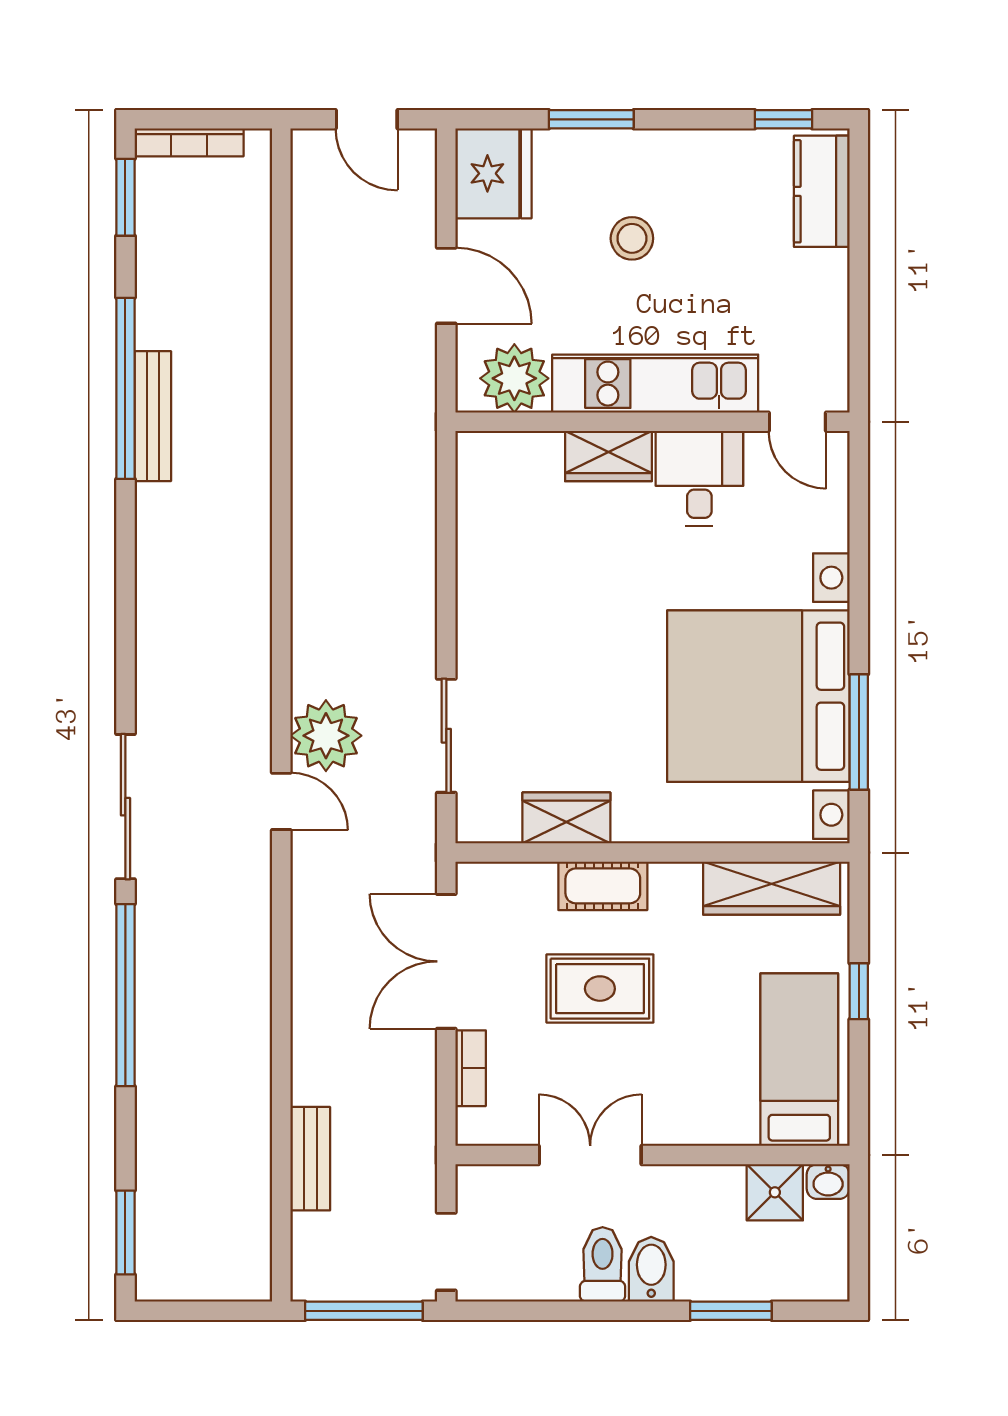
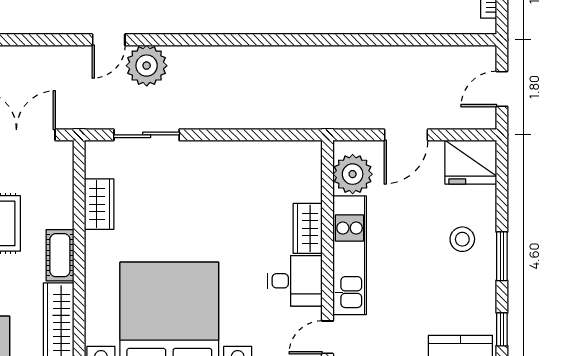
window: (591, 119) -> (502, 256), moved
stool: (632, 238) -> (462, 239), moved
cot: (603, 886) -> (60, 255), moved

